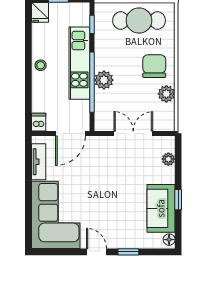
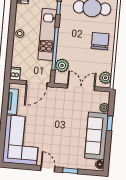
plant: (104, 80) -> (62, 65), moved
plant: (166, 94) -> (105, 78), moved
window: (178, 200) -> (110, 123), moved
sofa: (161, 208) -> (96, 136), width x1.36

